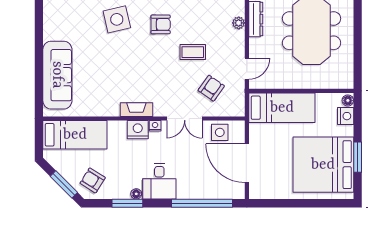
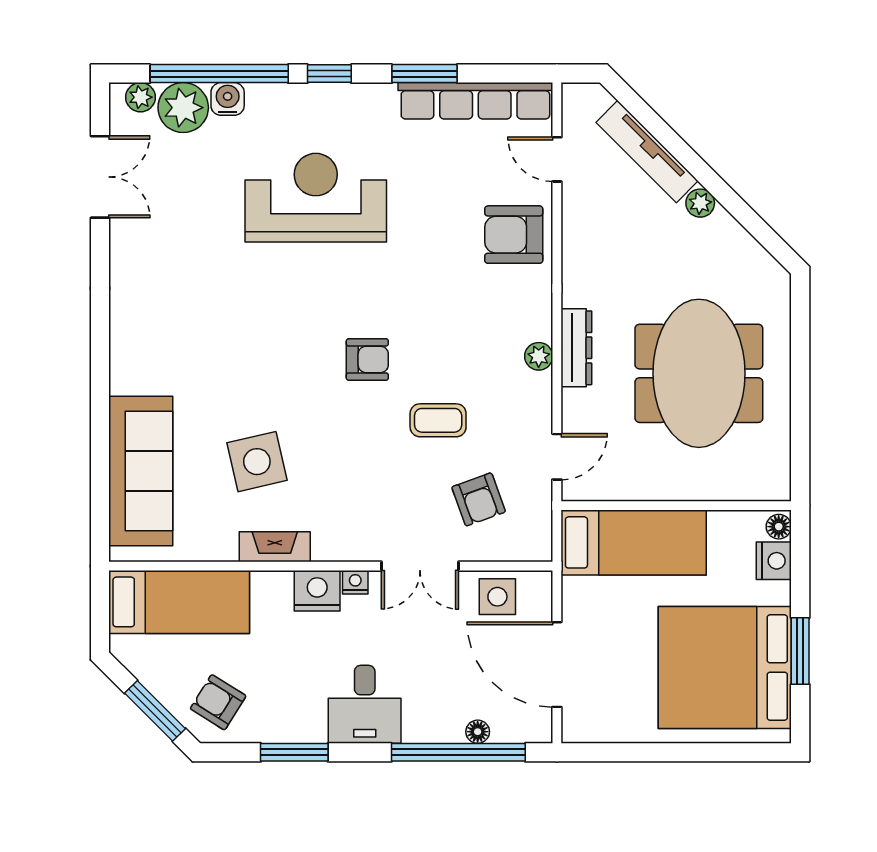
side table: (117, 19) -> (257, 462), moved
armchair: (211, 88) -> (479, 499), turned 125
fireplace: (136, 110) -> (275, 547), moved
floor lamp: (136, 194) -> (478, 732), moved

